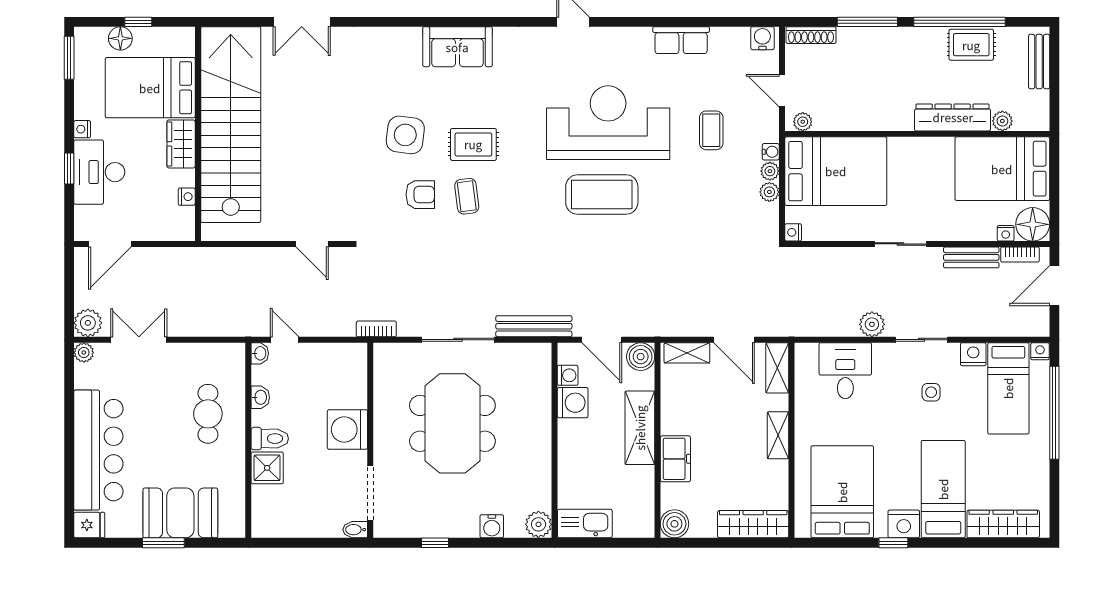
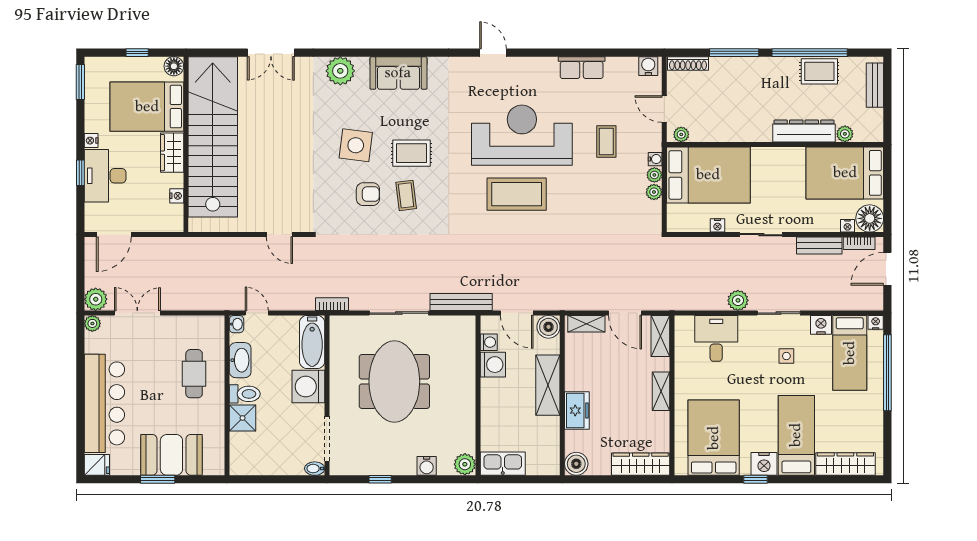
floor lamp: (120, 38) -> (174, 66), moved
plant: (386, 44) -> (340, 71), added
nightstand: (793, 232) -> (717, 225), moved, turned -90
bathtub: (352, 375) -> (312, 342), added
washbasin: (260, 397) -> (240, 360), width x1.91, depth x1.45

